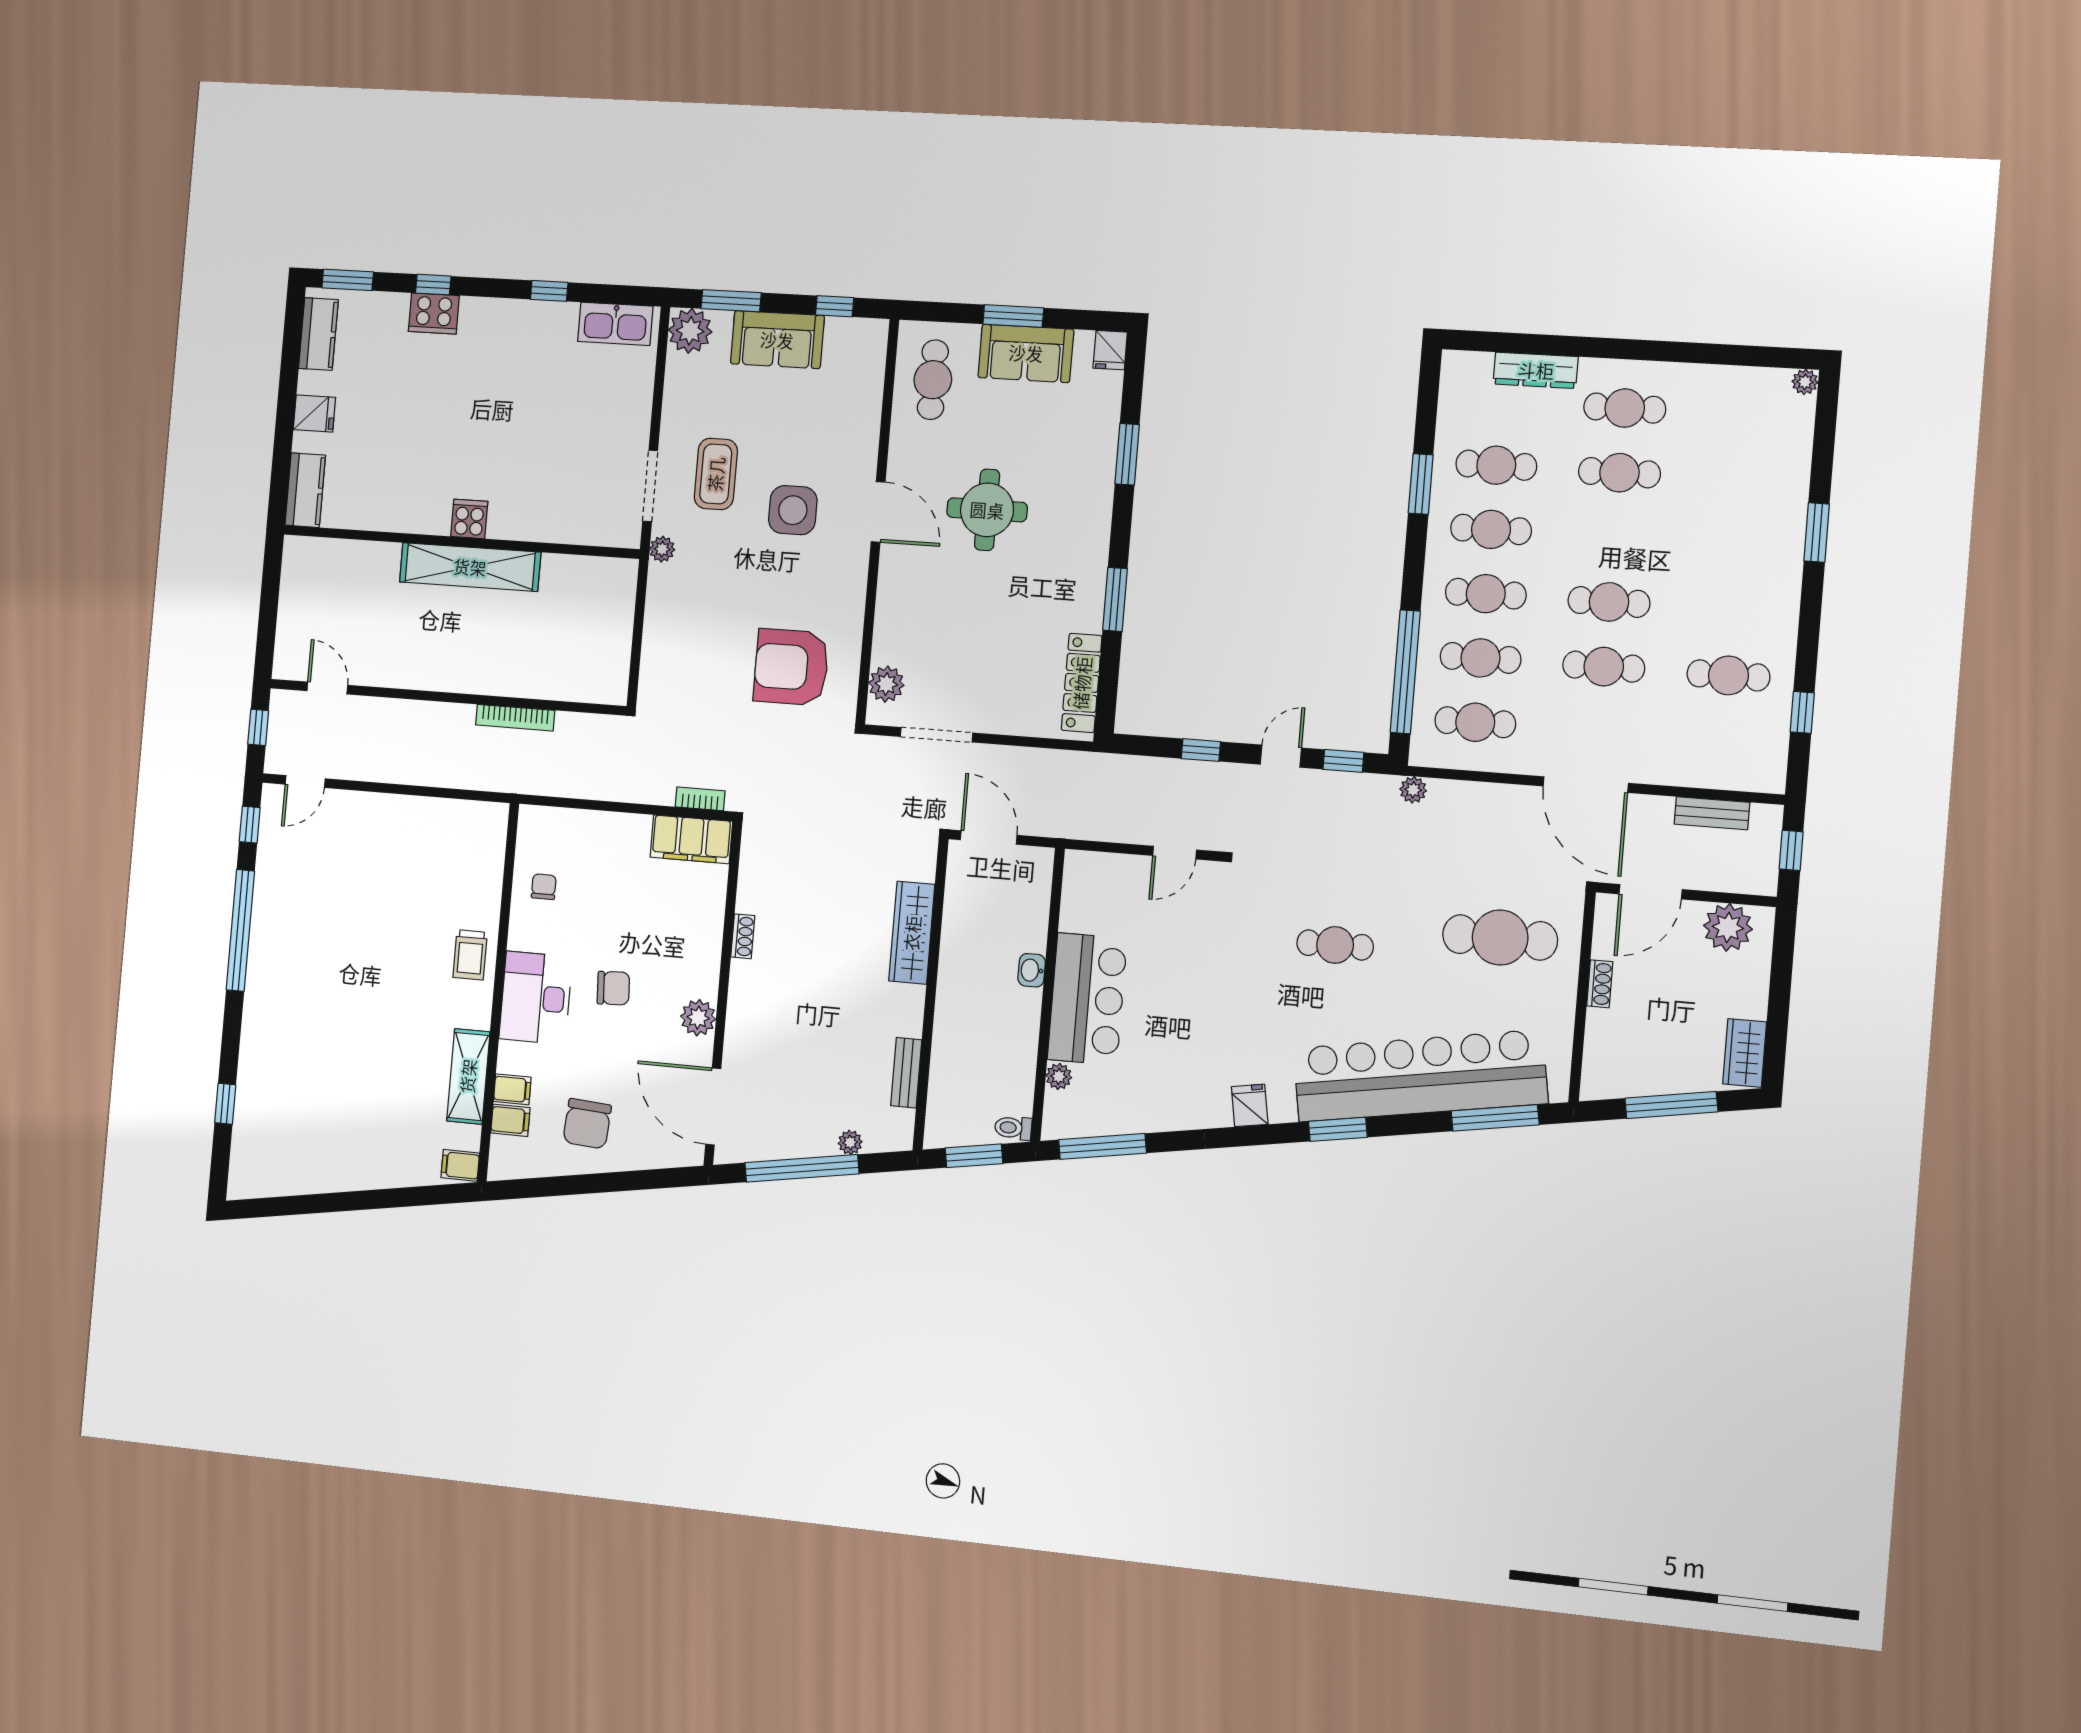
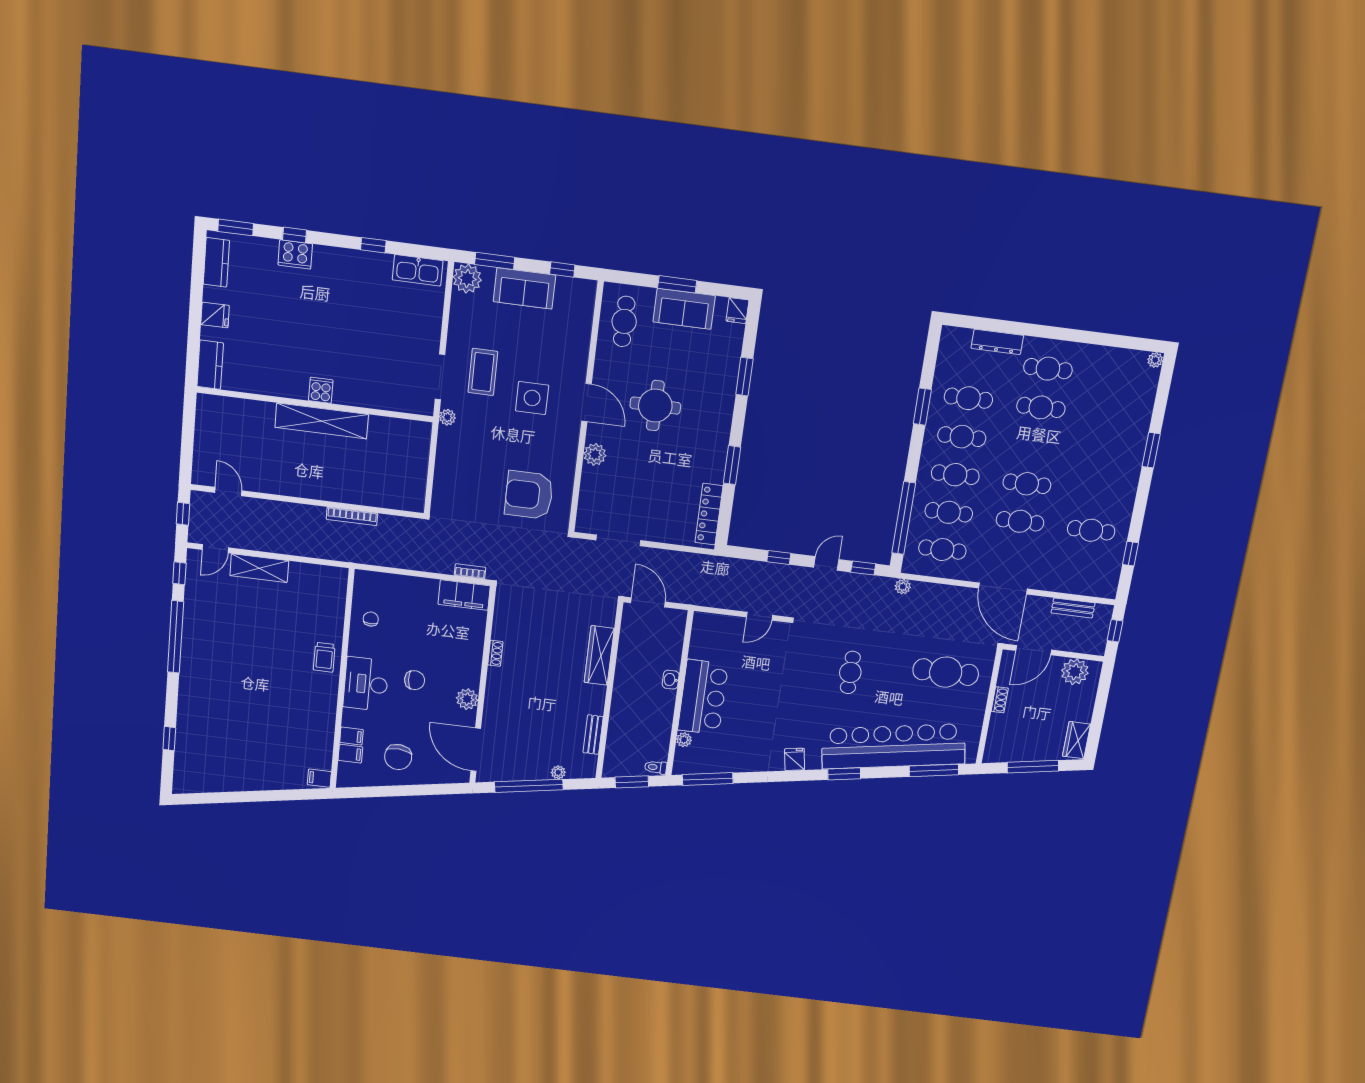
plant: (886, 684) -> (595, 454), moved
cafe table: (1335, 945) -> (850, 672), turned 90
shelving: (468, 1076) -> (259, 568), moved, turned 90

